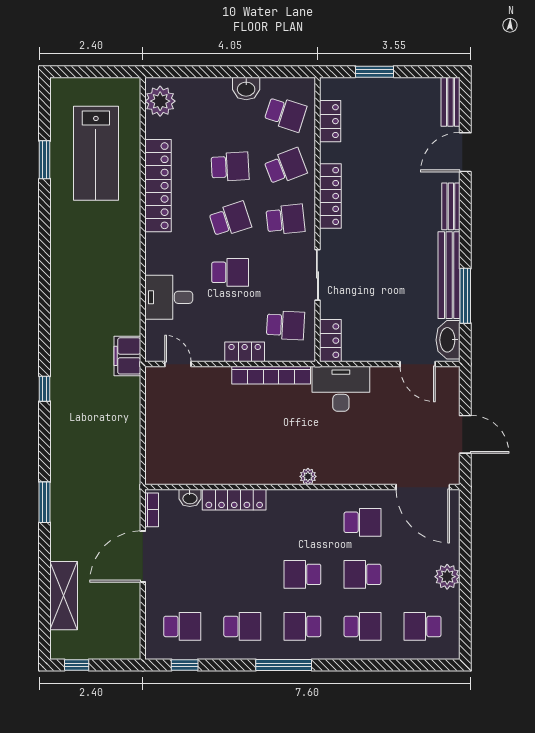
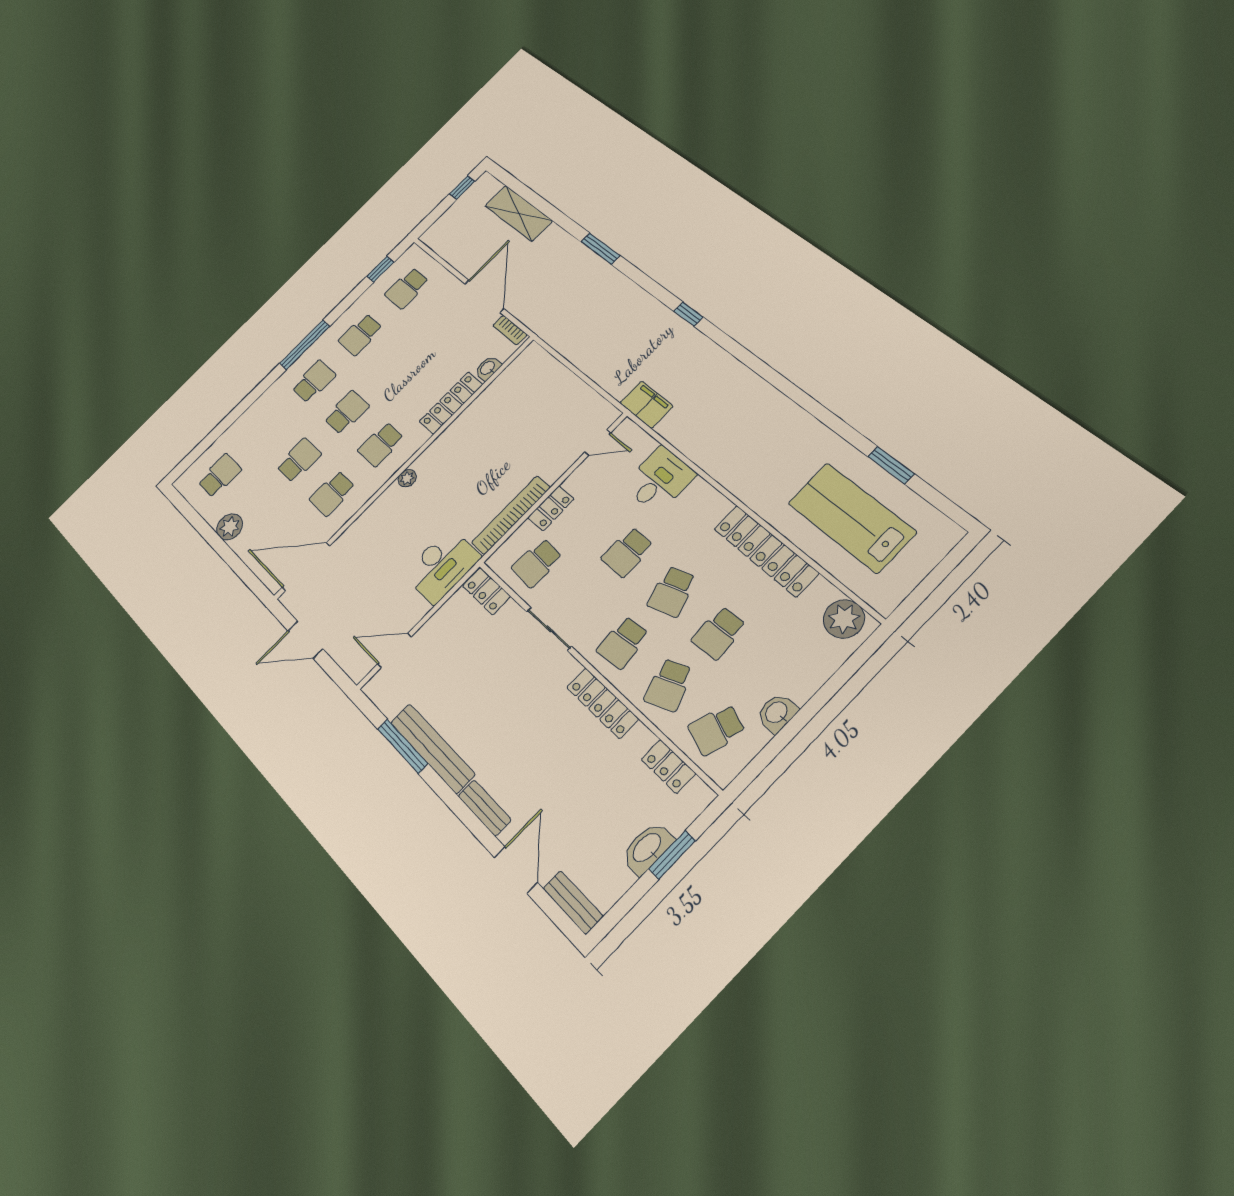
washbasin: (448, 340) -> (647, 848), moved, turned -90
school desk: (362, 626) -> (381, 444), moved

